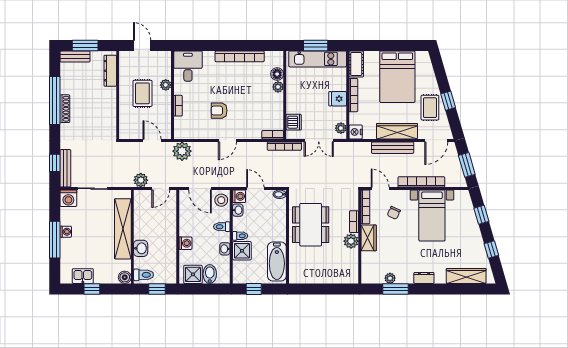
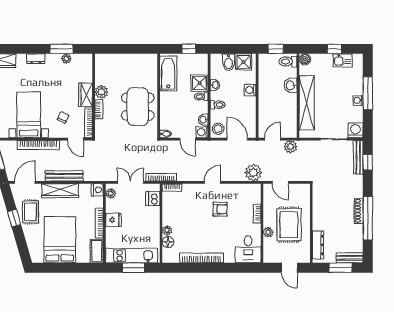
rug: (142, 93) -> (289, 225), width x1.36, depth x1.43

